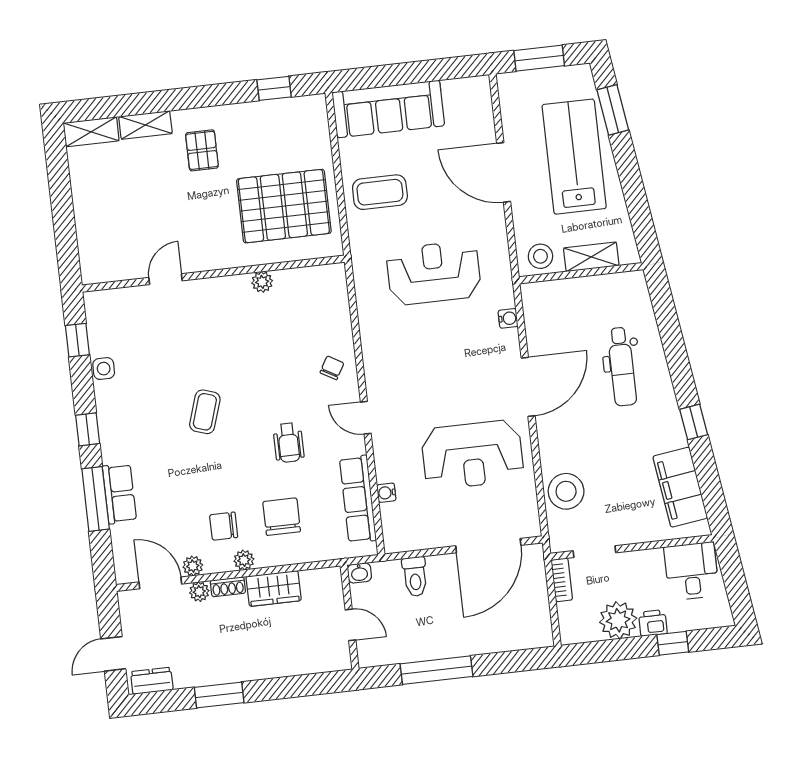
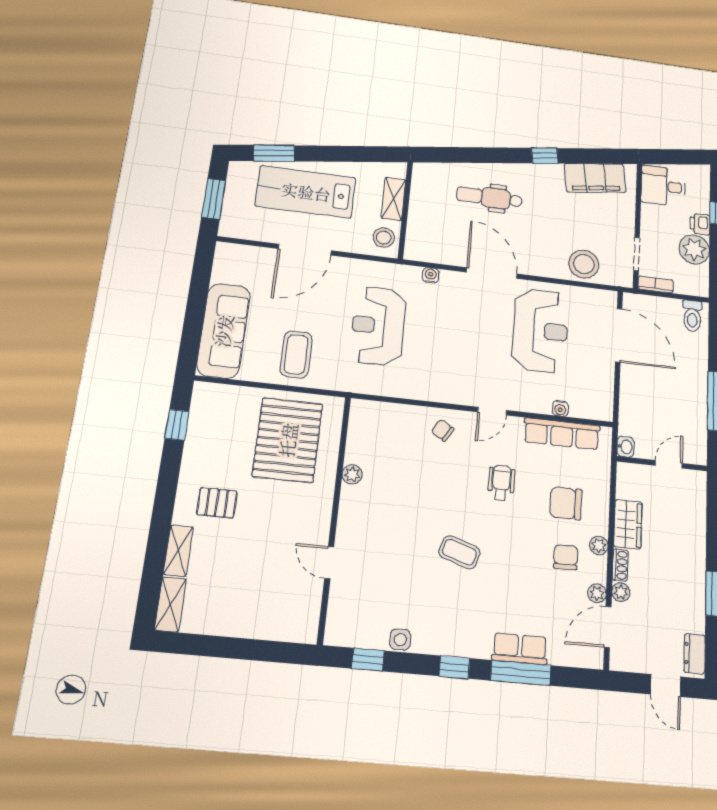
dental chair: (622, 367) -> (489, 197), turned 180
wheelchair: (289, 443) -> (501, 483), turned -90
chair: (224, 526) -> (566, 557), turned 180
toilet: (415, 577) -> (692, 316), moved, turned 90

